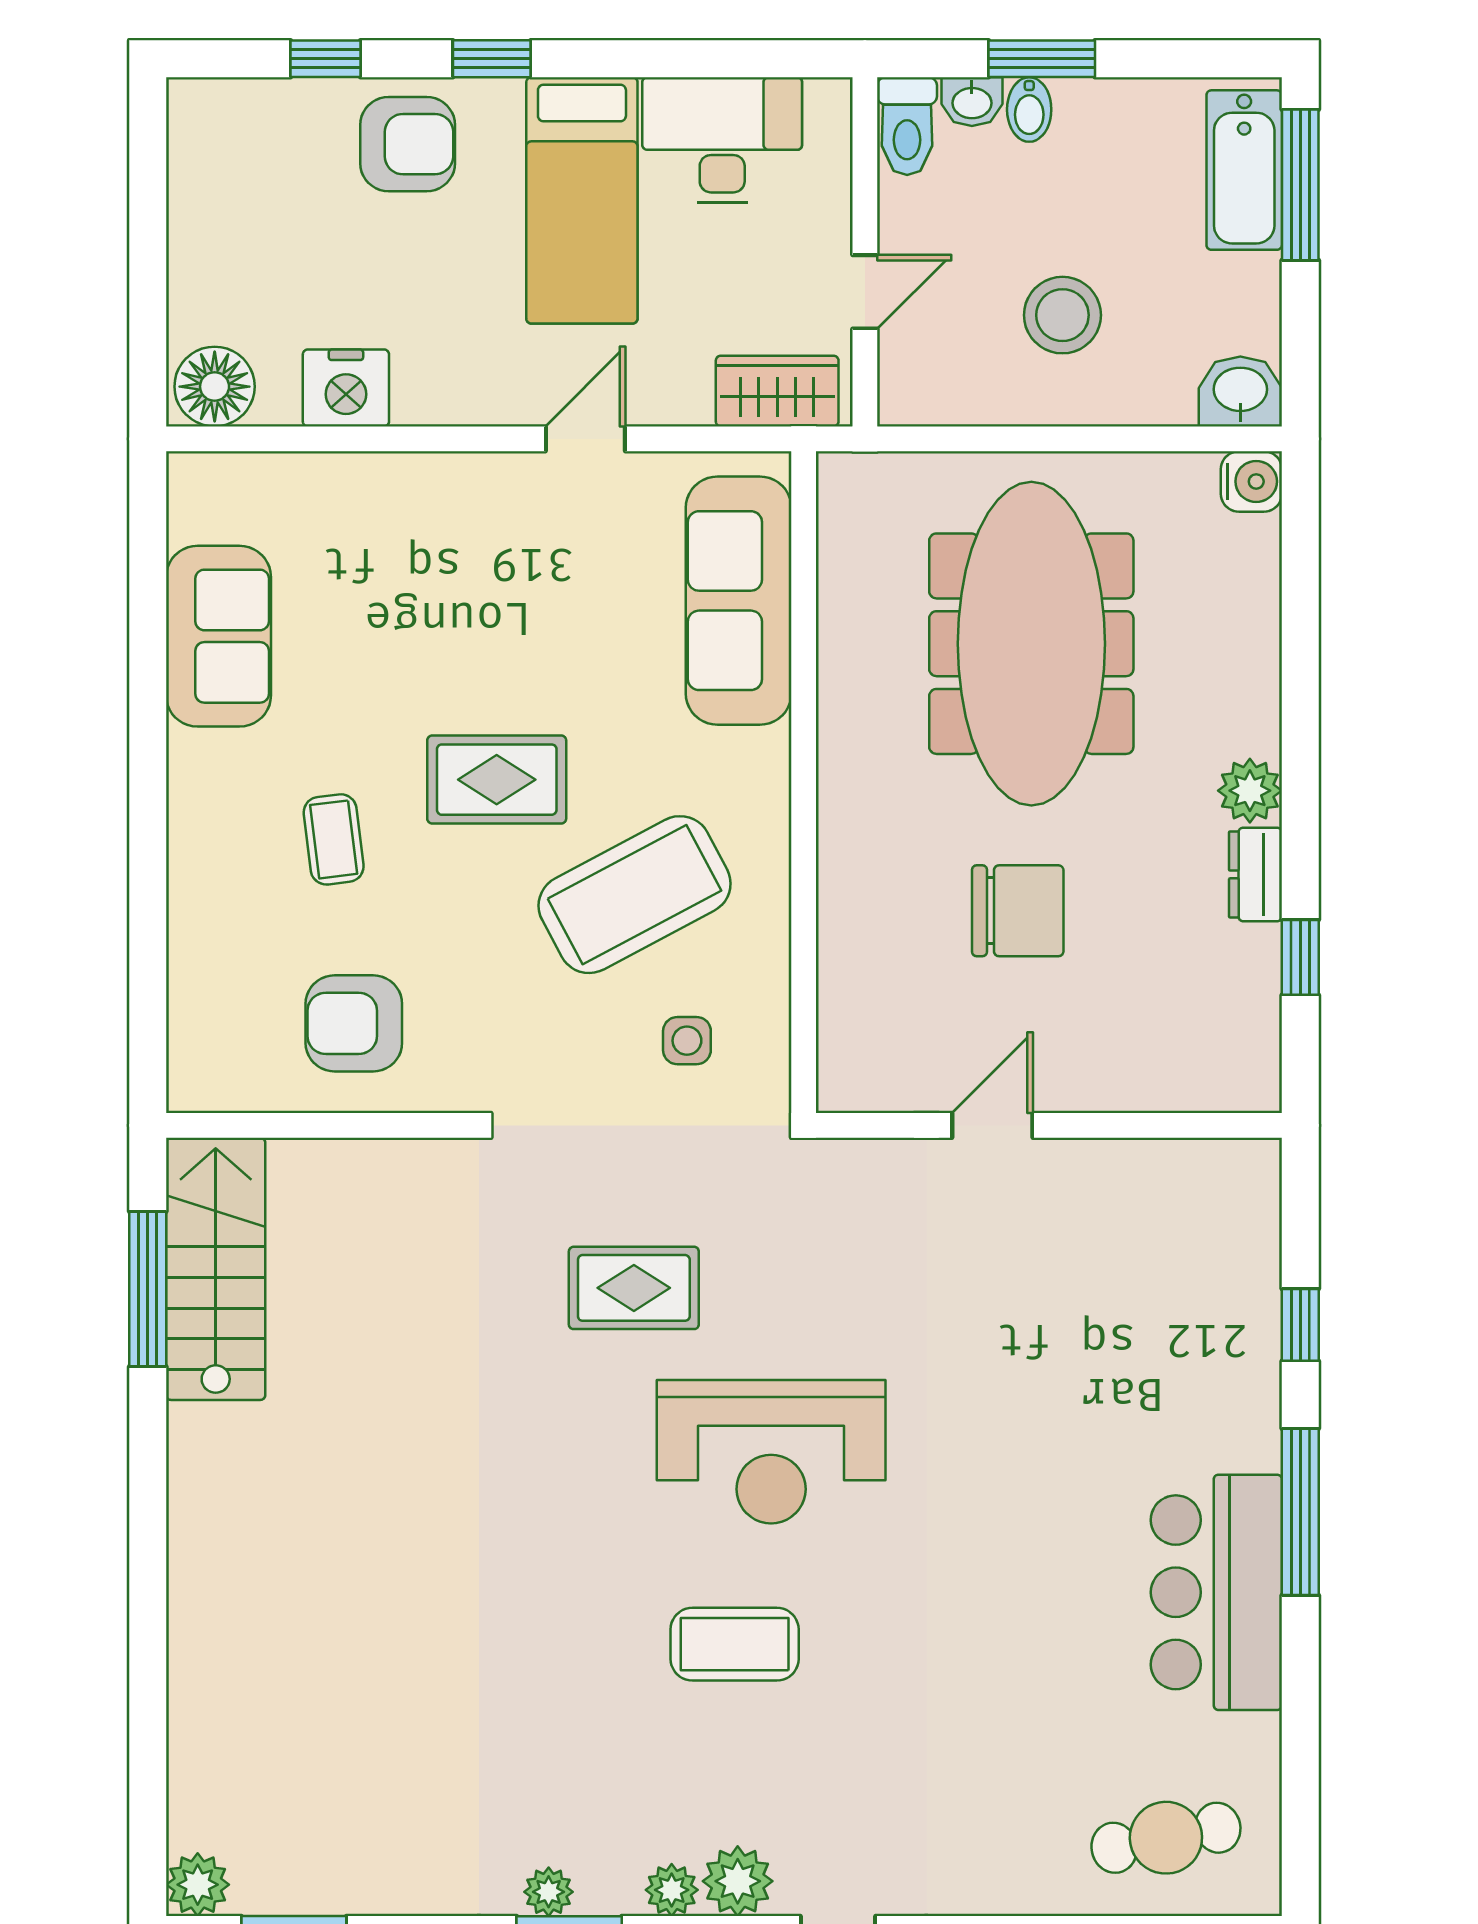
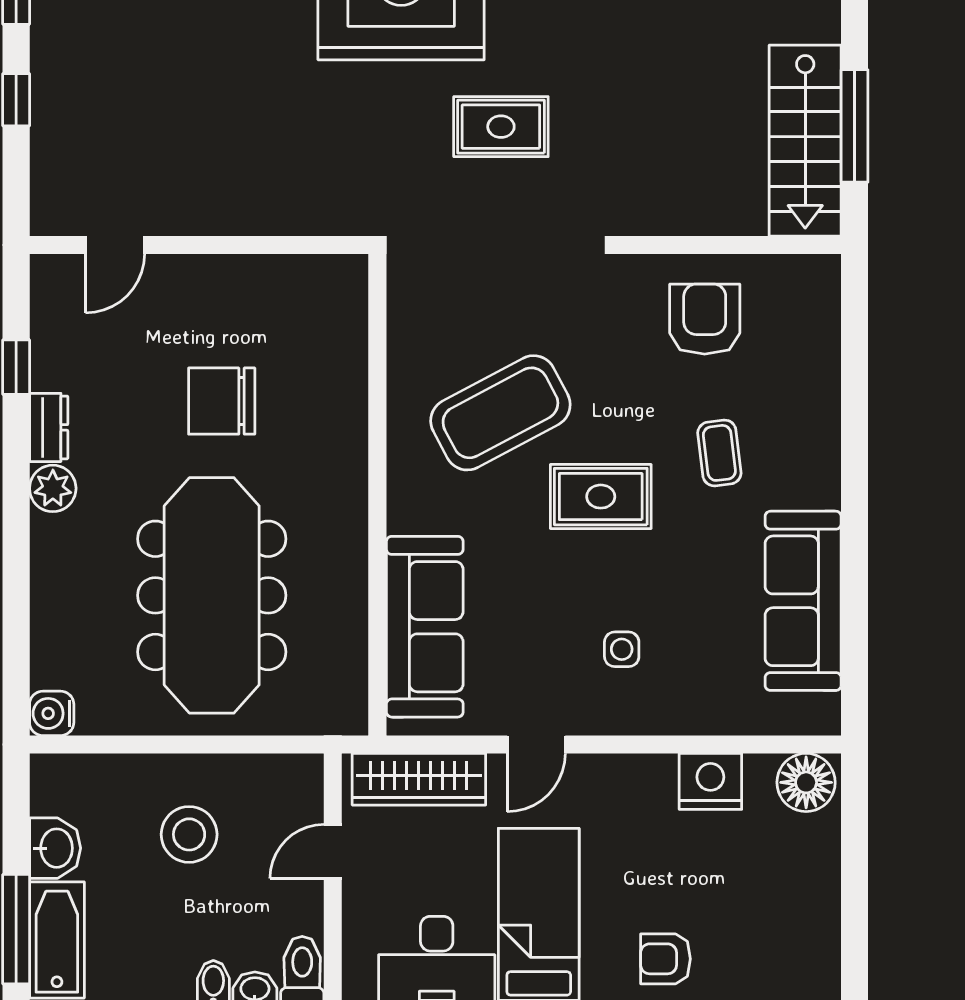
armchair: (408, 144) -> (666, 959), width x0.72, depth x0.72
wardrobe: (777, 391) -> (419, 779), width x1.50
washbasin: (1240, 391) -> (55, 848), moved, turned -90
sofa: (218, 636) -> (803, 601), width x1.36
armchair: (354, 1023) -> (705, 319), turned -90
side table: (687, 1041) -> (622, 649), moved
door: (992, 1125) -> (115, 245), moved

